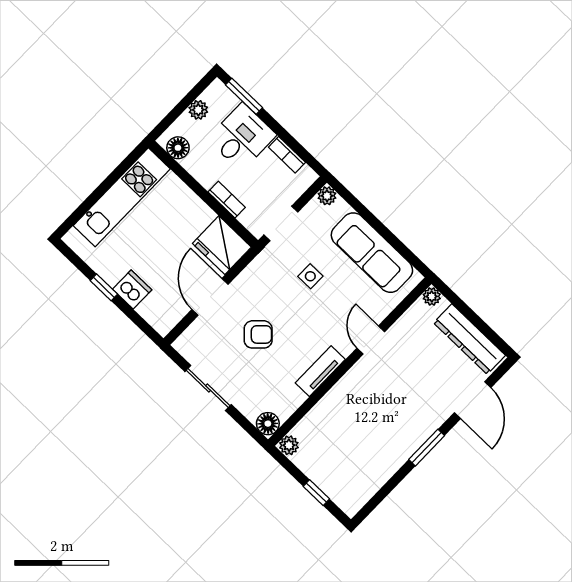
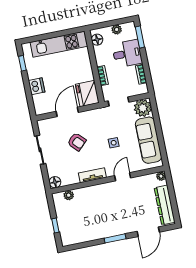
plant: (327, 196) -> (143, 108), width x1.88, depth x1.88
side table: (310, 276) -> (114, 143), moved
window: (104, 287) -> (22, 63), moved
plant: (289, 445) -> (69, 195), moved

